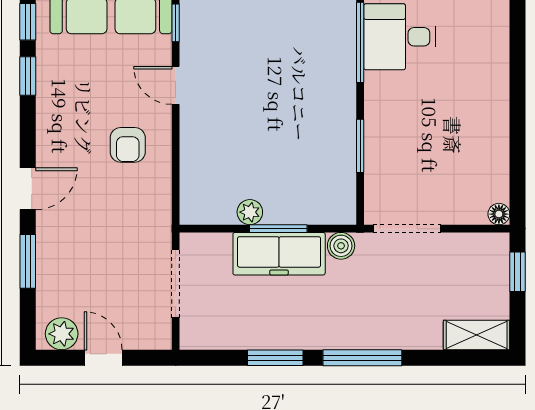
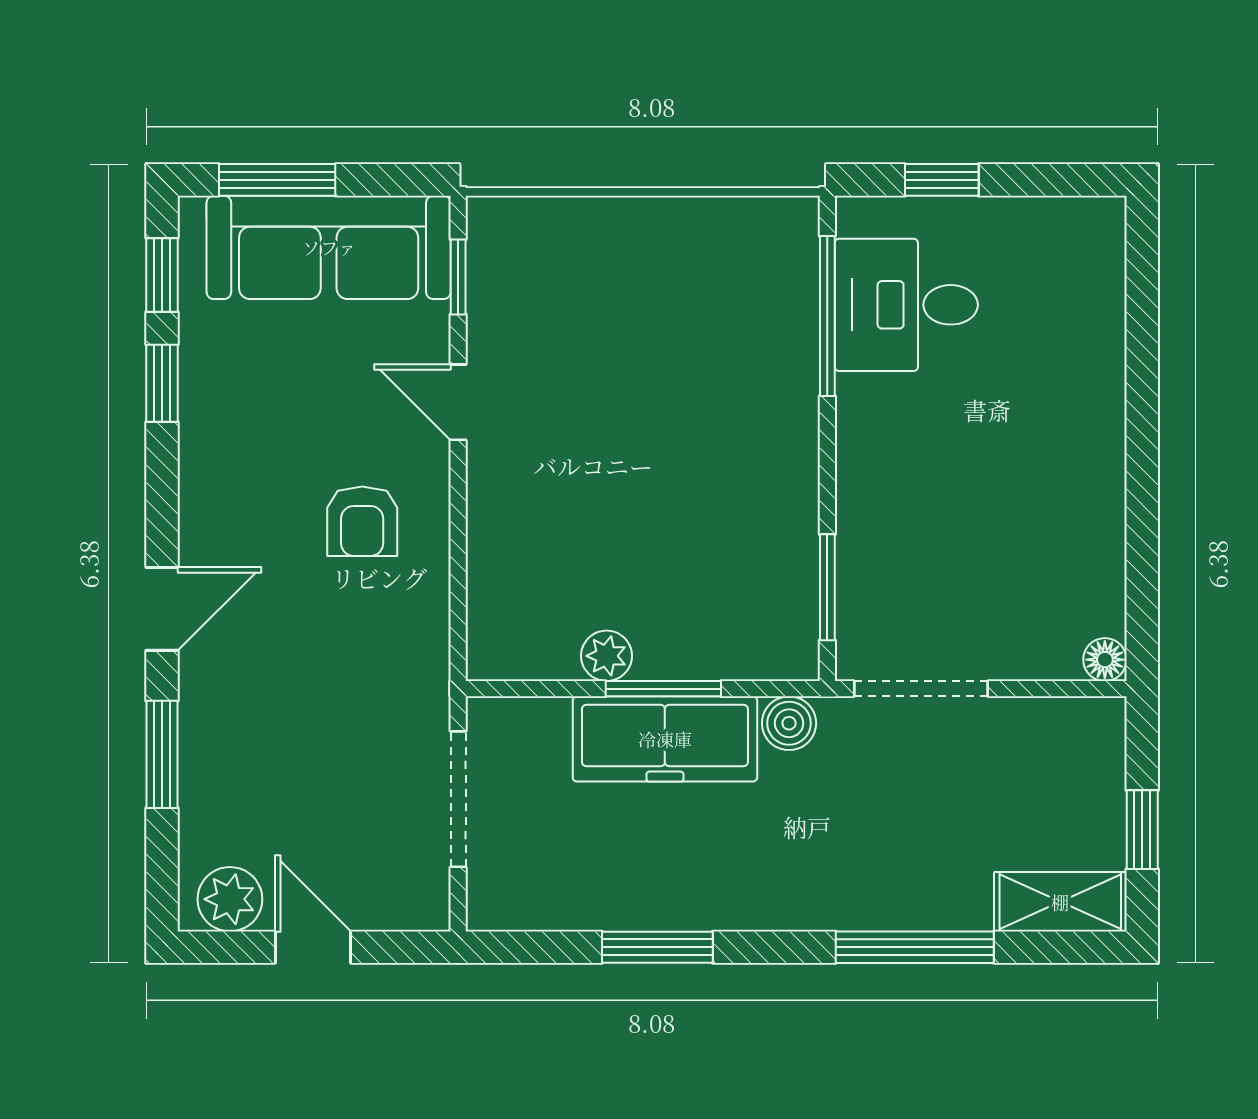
window: (360, 146) -> (827, 587), moved
window: (517, 272) -> (1142, 830), moved
window: (362, 358) -> (915, 947), moved

